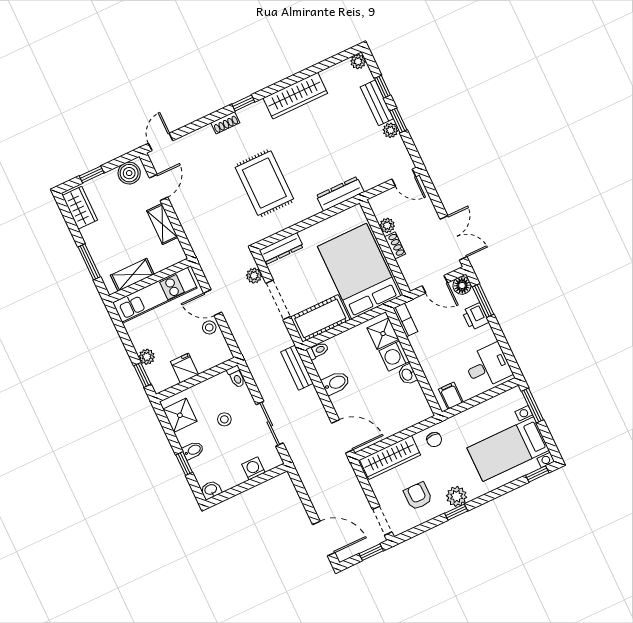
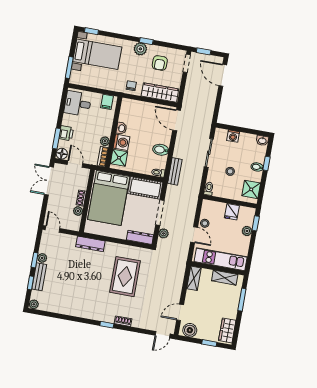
wardrobe: (295, 96) -> (78, 310), removed
shelving: (162, 224) -> (194, 278), moved
plant: (417, 342) -> (105, 141), added

